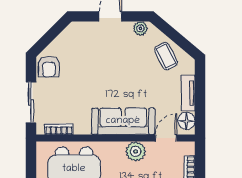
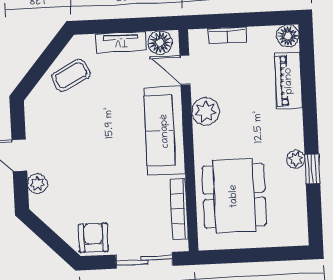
plant: (140, 28) -> (37, 184), moved
armchair: (49, 67) -> (93, 238), turned -90
bookcase: (59, 129) -> (179, 209), width x1.56

